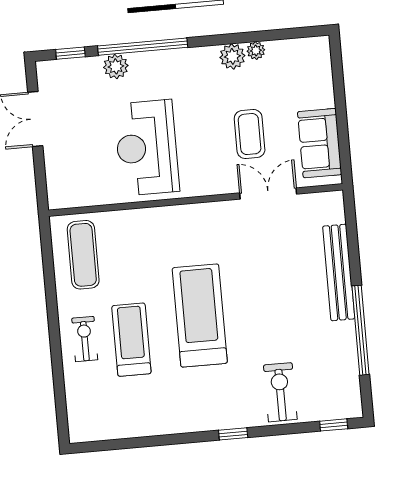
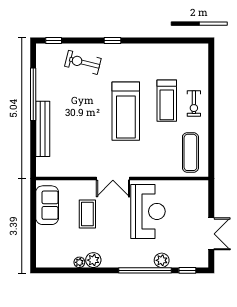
double door: (268, 194) -> (113, 178), moved
exercise bike: (280, 392) -> (83, 62), turned 104

